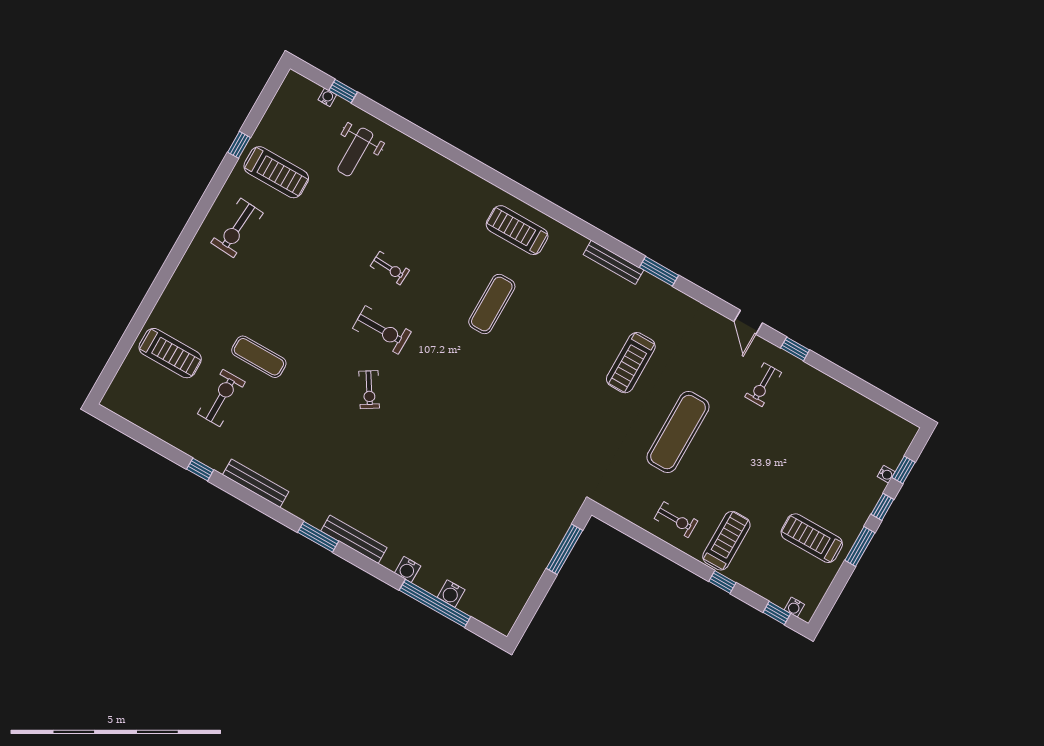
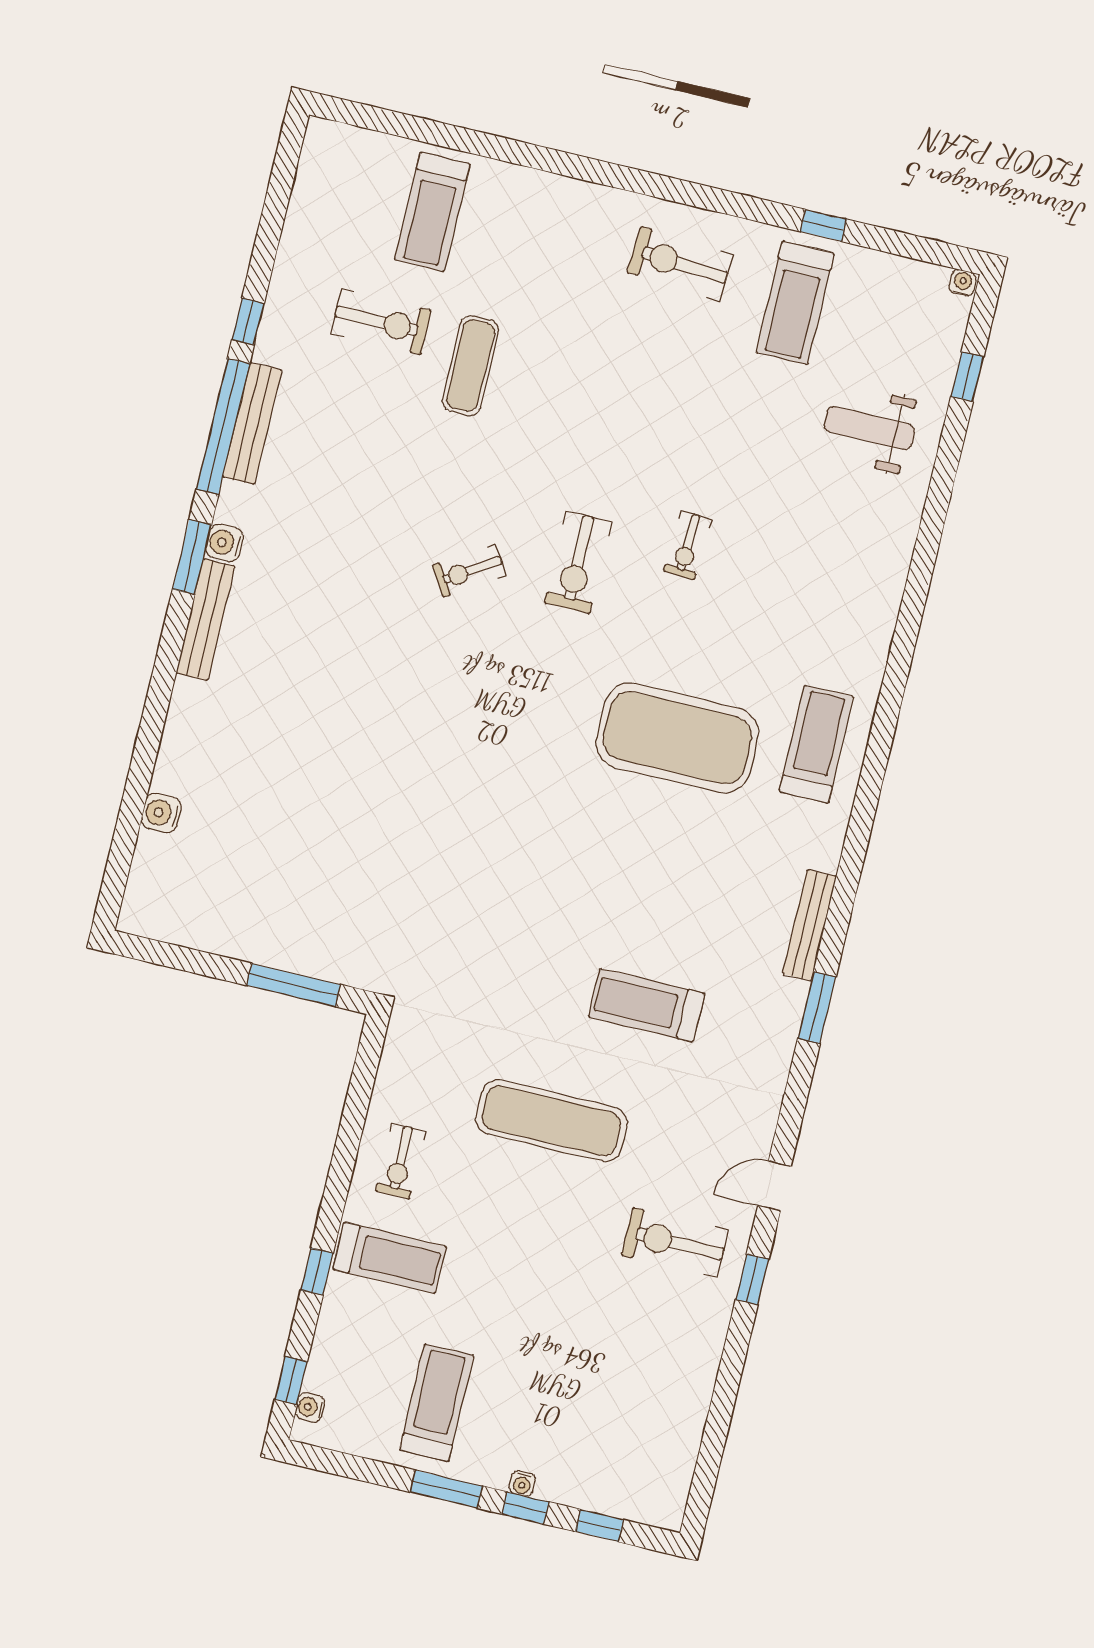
water cooler: (327, 97) -> (963, 283), moved, turned -90
exercise mat: (492, 304) -> (677, 738), width x2.00, depth x1.45
exercise bike: (763, 385) -> (675, 1243), width x1.38, depth x1.39
water cooler: (886, 474) -> (522, 1483), moved
water cooler: (408, 569) -> (225, 543), moved
window: (435, 603) -> (223, 426), moved

